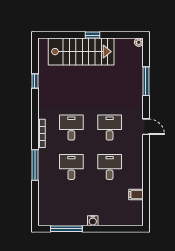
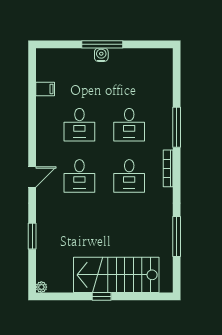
window: (35, 81) -> (177, 237), width x2.17
window: (146, 81) -> (32, 236), width x0.69
door: (146, 127) -> (32, 177), swing flipped
window: (66, 229) -> (102, 44), moved

